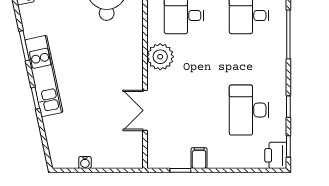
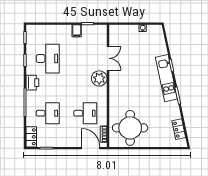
plant: (160, 57) -> (99, 78), moved
printer: (276, 155) -> (32, 83), moved

